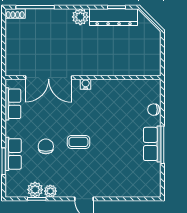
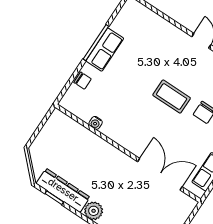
water cooler: (86, 84) -> (96, 123), moved
coffee table: (78, 142) -> (172, 97), width x1.36, depth x1.30

